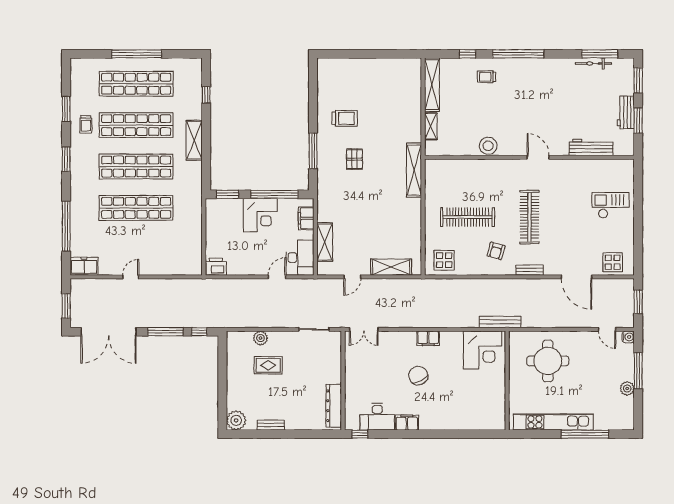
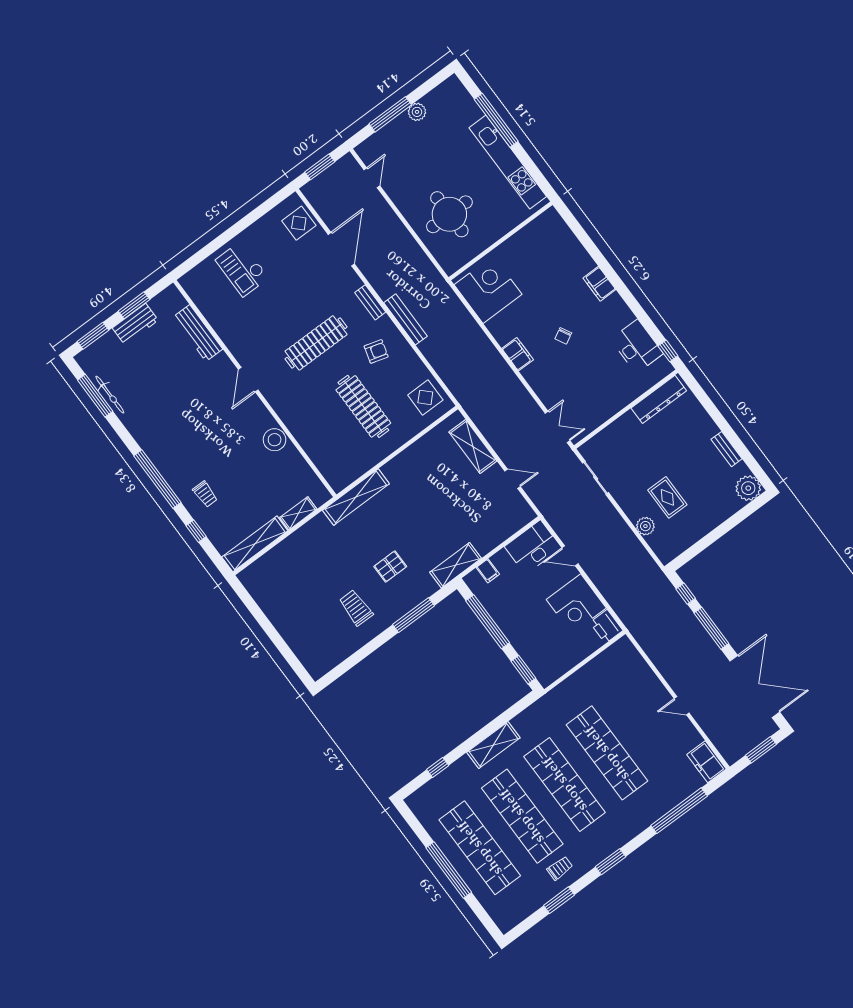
corner desk: (260, 215) -> (576, 604), moved, turned 180
filing cabinet: (306, 218) -> (488, 571), width x0.50
shelving: (325, 242) -> (456, 565), moved
bench: (500, 322) -> (406, 319), moved
water cooler: (628, 337) -> (363, 150), removed
chair: (418, 376) -> (563, 336), width x0.54, depth x0.54
filing cabinet: (407, 423) -> (599, 284), moved

